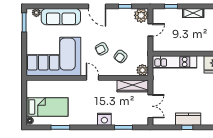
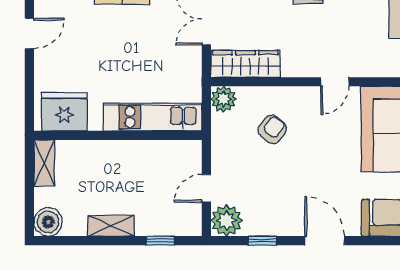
armchair: (102, 49) -> (314, 146), removed
door: (92, 78) -> (335, 82), hinge flipped

